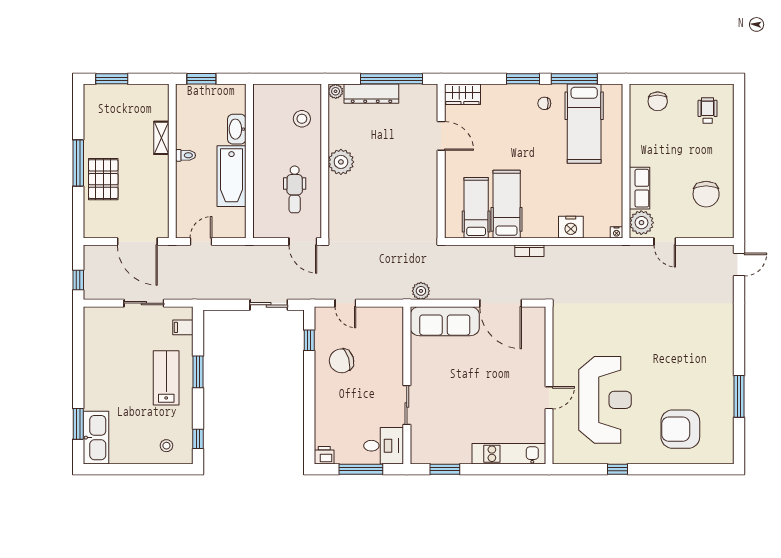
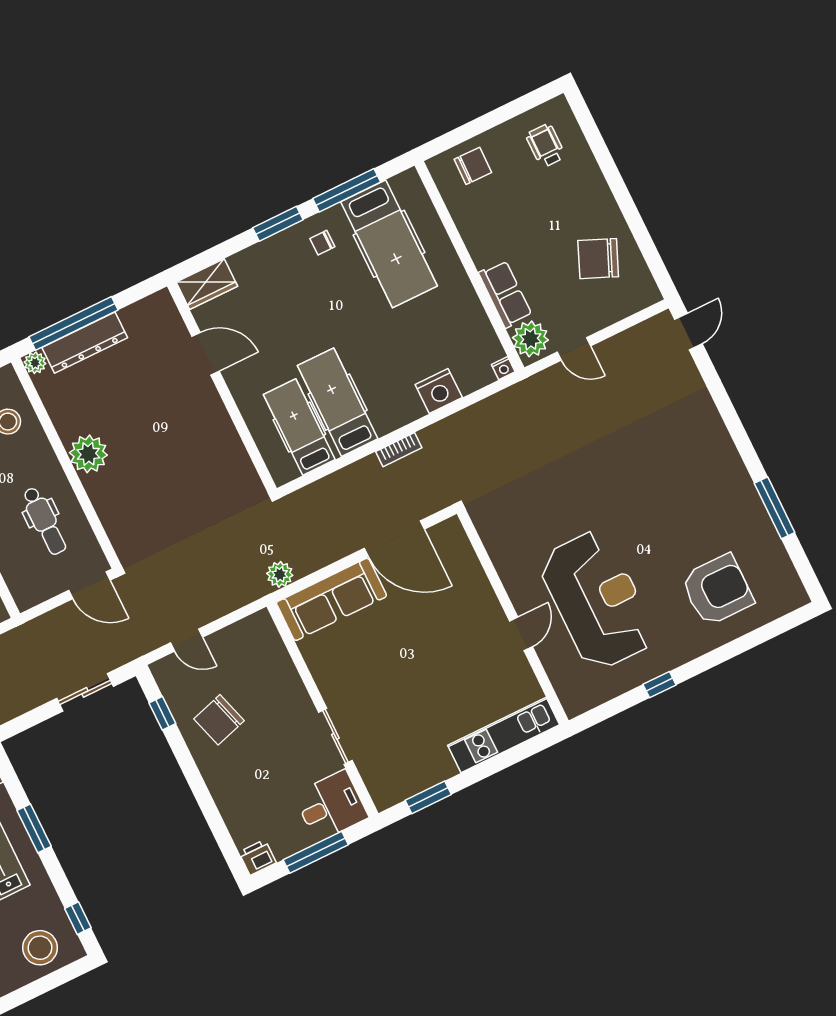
window: (391, 79) -> (74, 323), moved
chair: (658, 101) -> (473, 166), turned -89
chair: (706, 194) -> (598, 259), turned 113
armchair: (680, 429) -> (717, 590), turned 180
stool: (166, 446) -> (40, 948), width x1.89, depth x1.89

